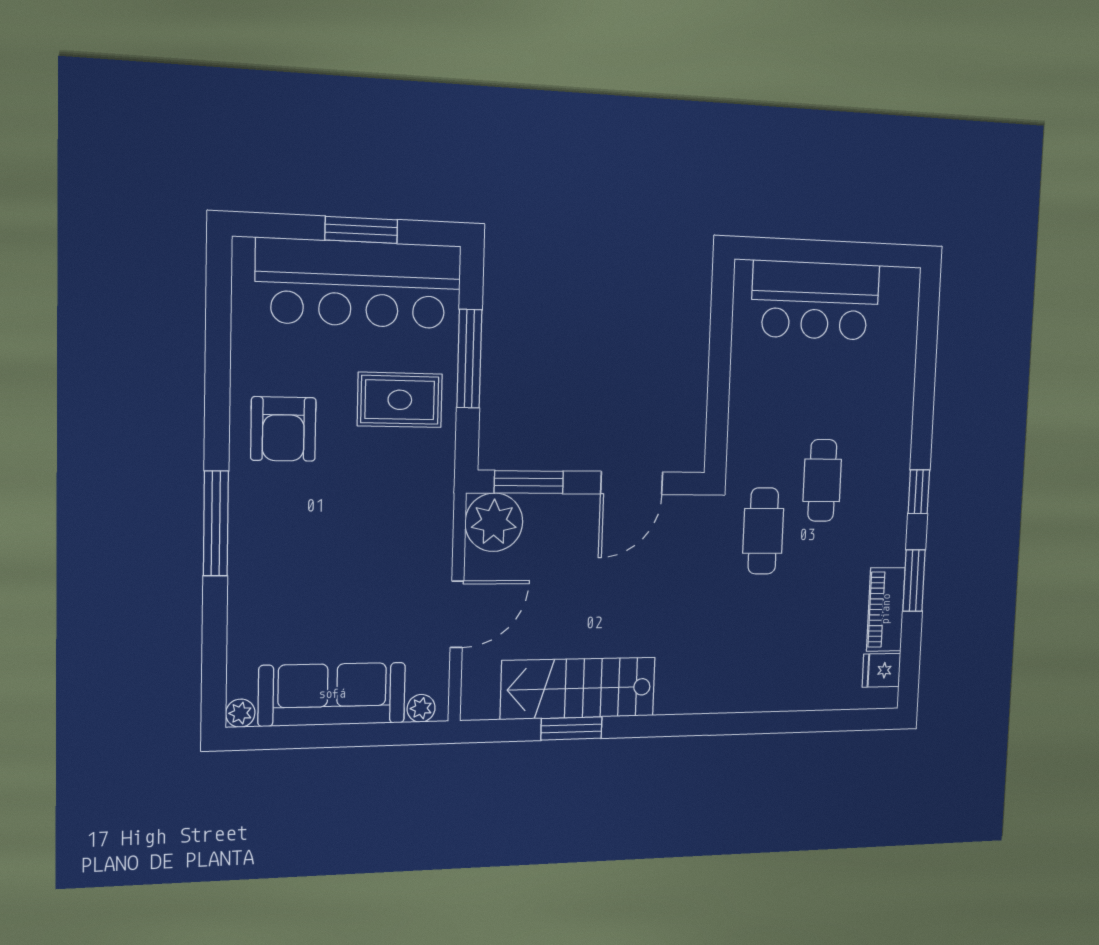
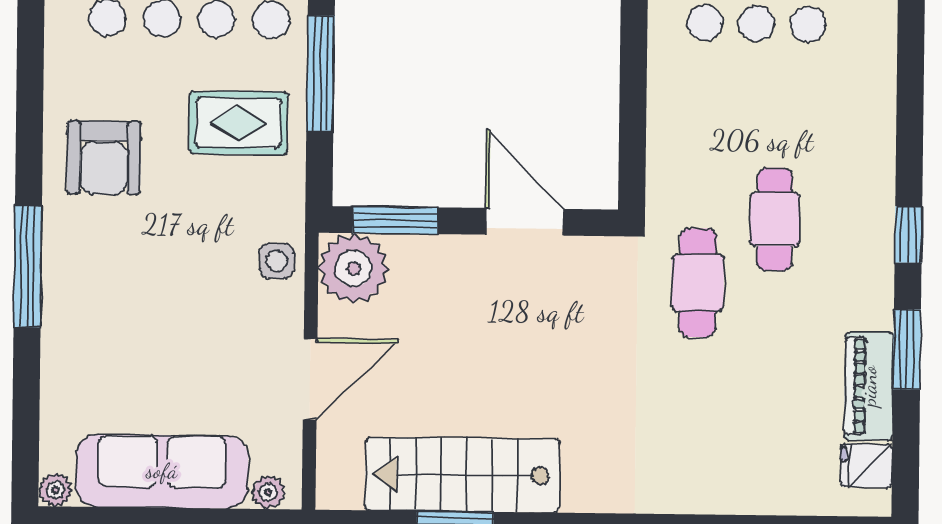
door: (632, 483) -> (524, 222), swing flipped
side table: (430, 516) -> (277, 261), added

